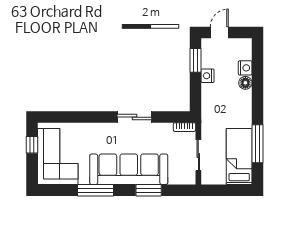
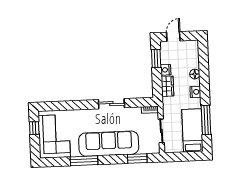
nightstand: (245, 68) -> (195, 92), moved
wardrobe: (209, 97) -> (167, 86), added
window: (149, 190) -> (137, 159), moved

